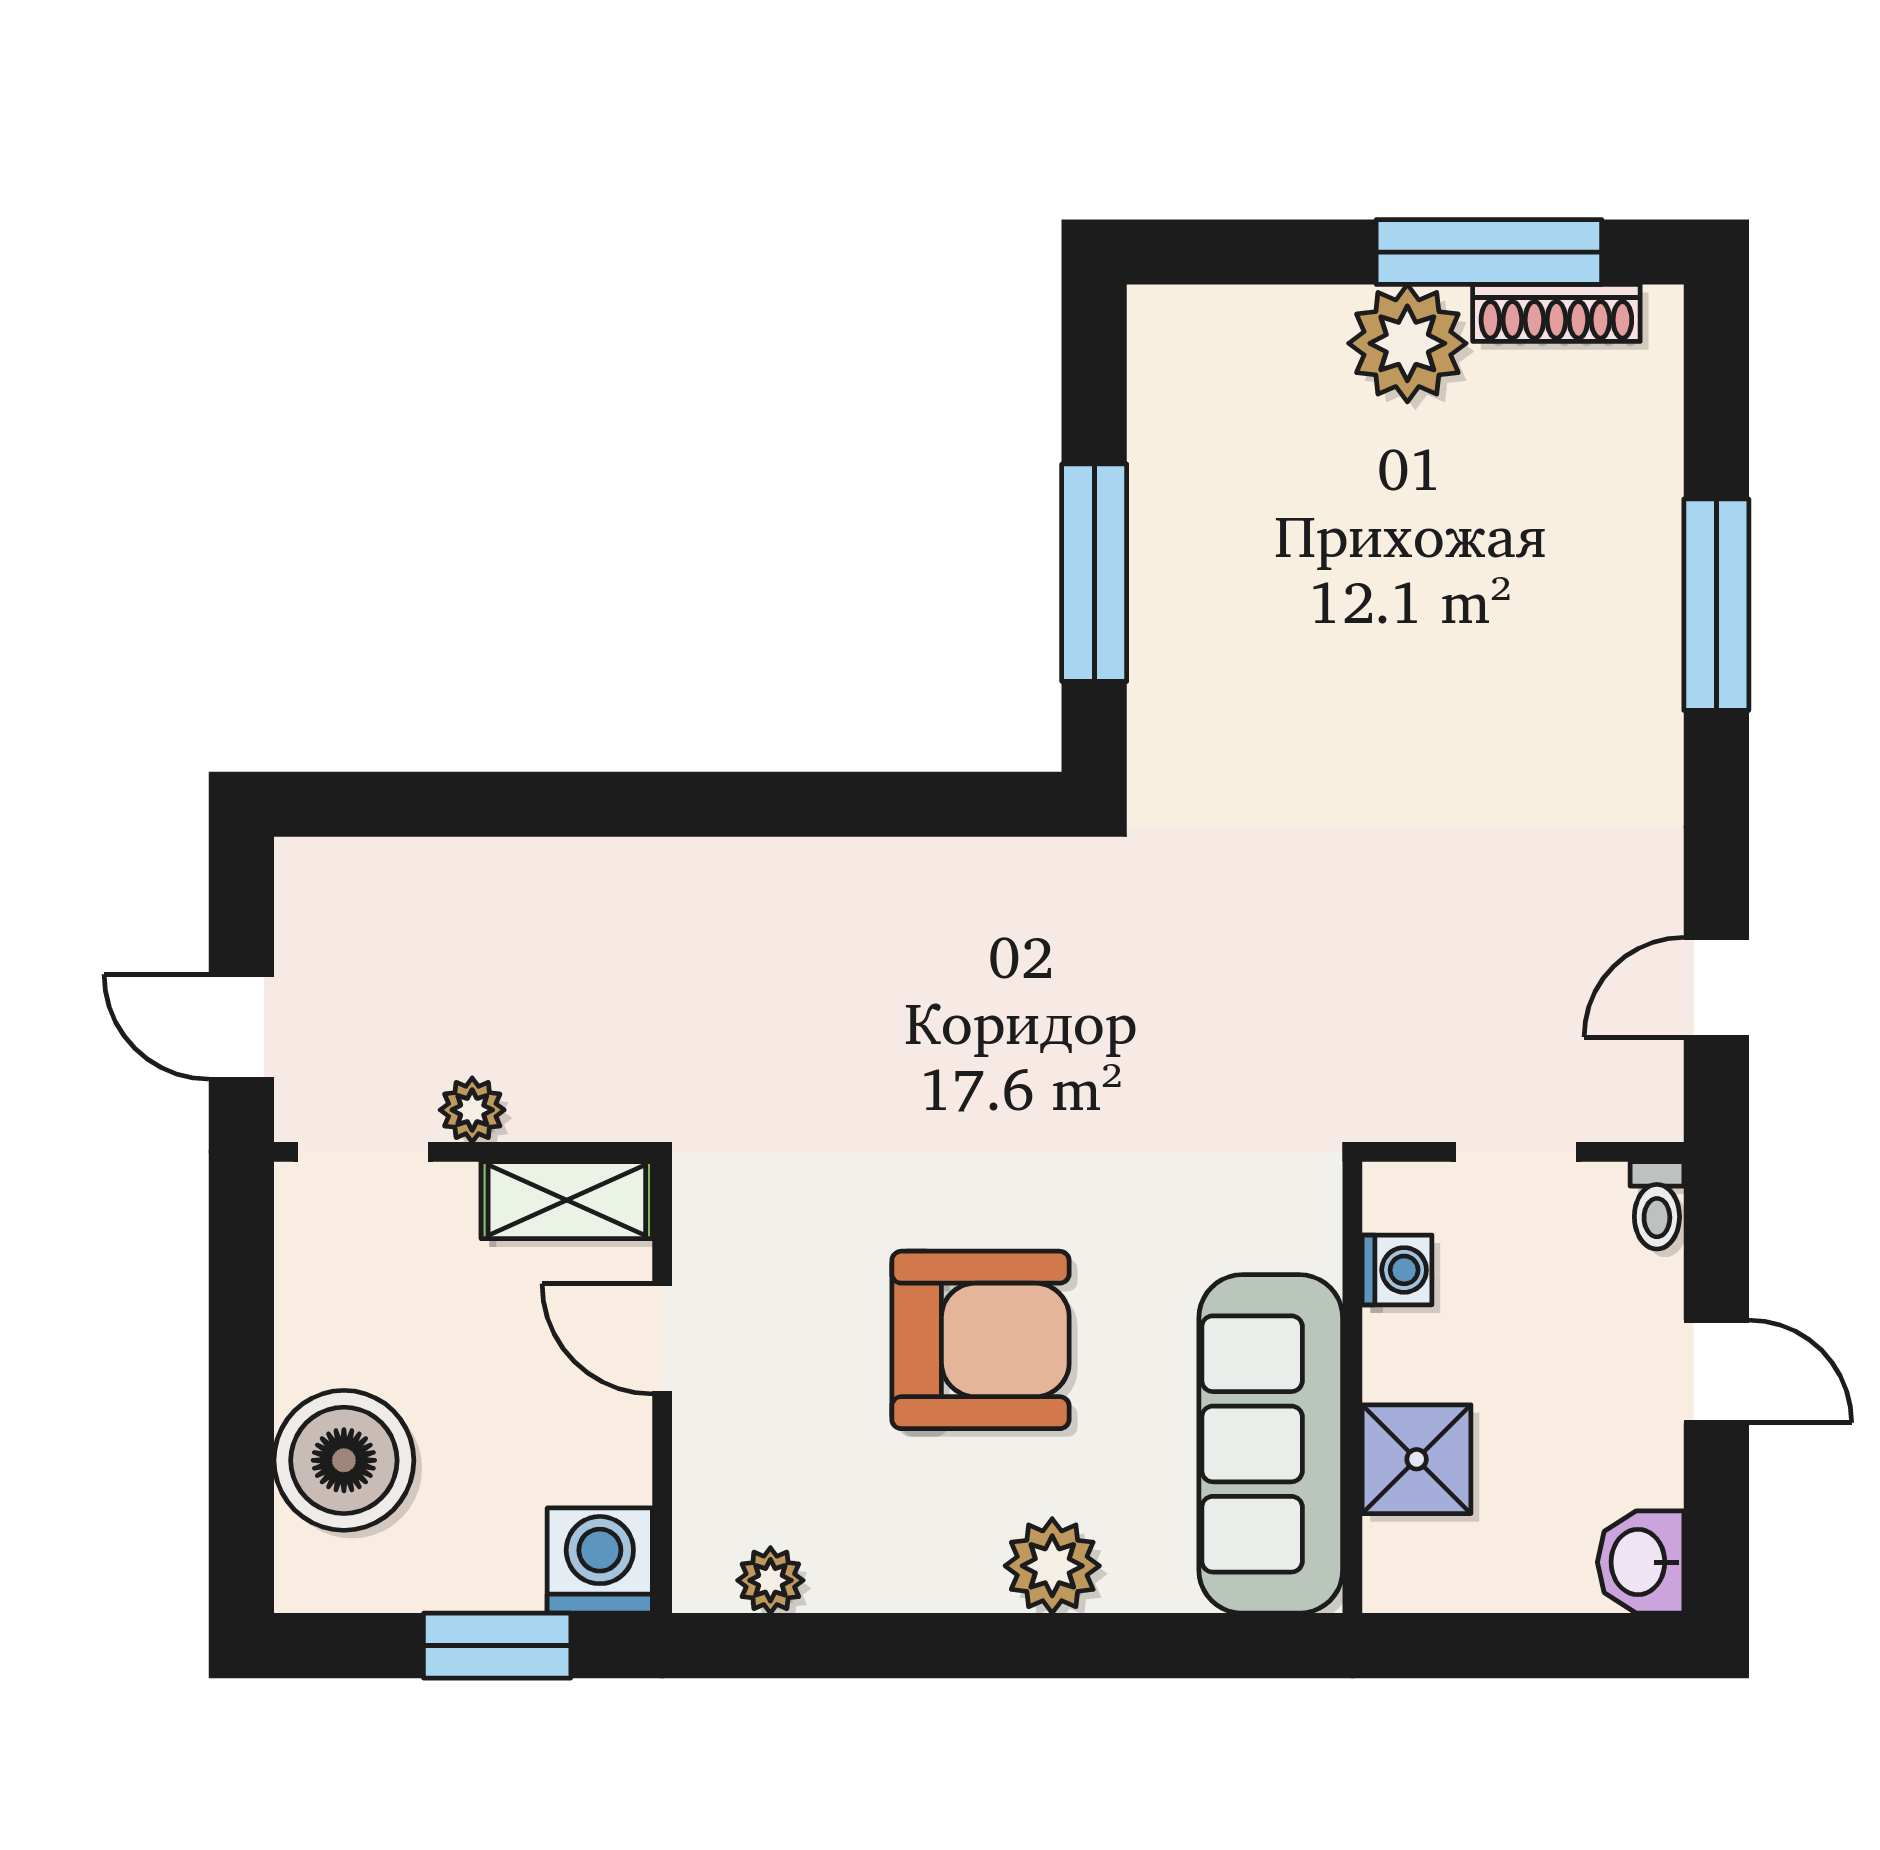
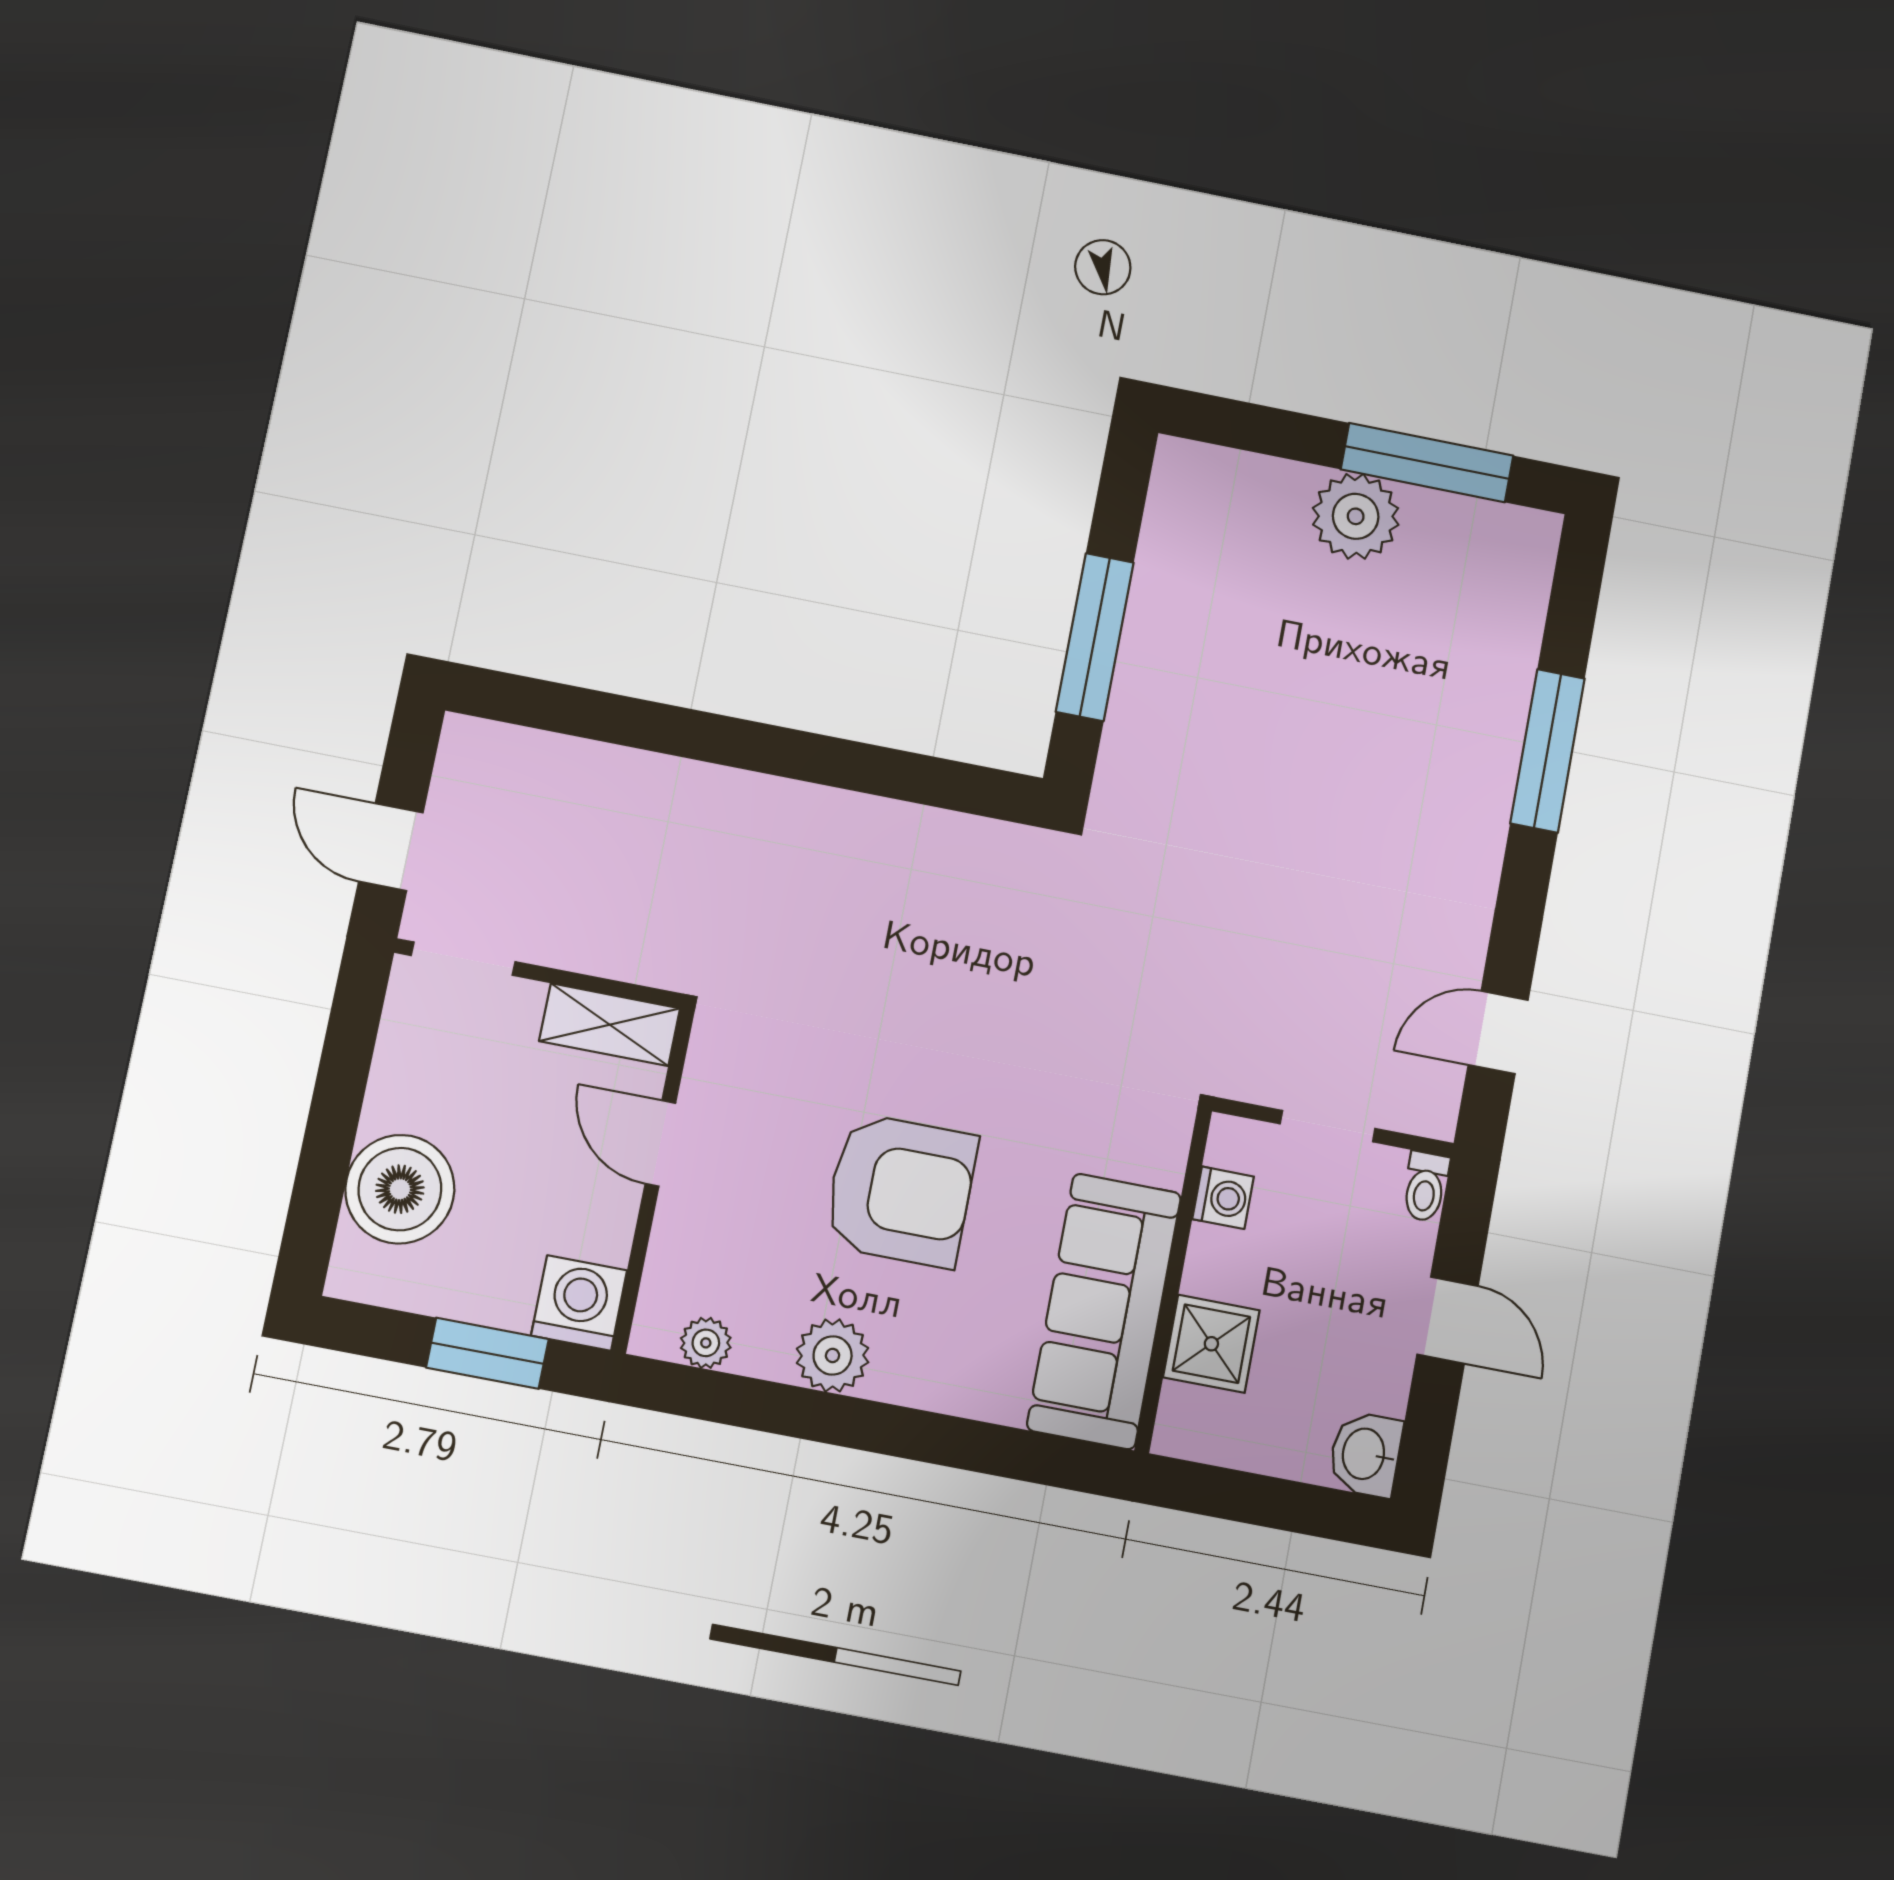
shoe rack: (1556, 313) -> (1468, 516), removed
plant: (472, 1110) -> (552, 943), removed
plant: (1052, 1566) -> (833, 1355), moved

